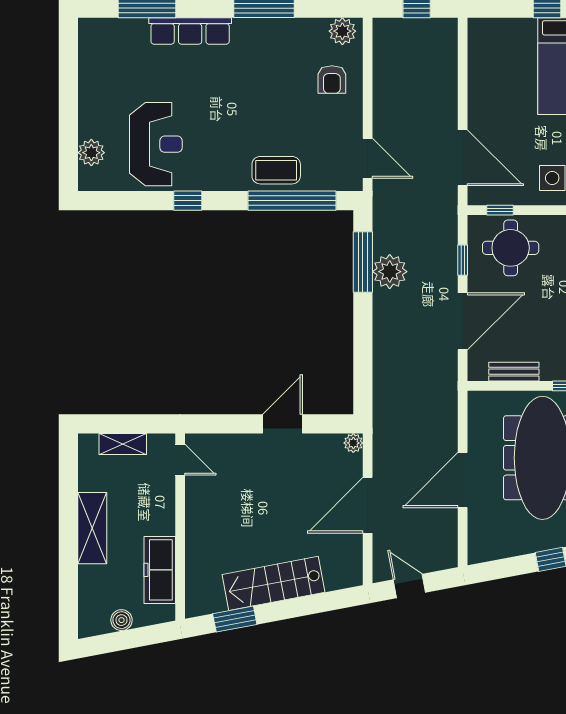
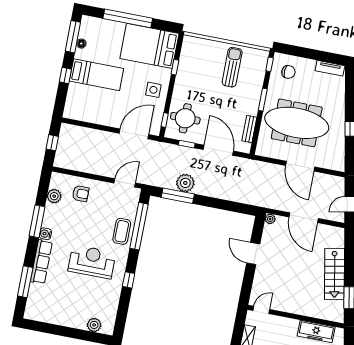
water cooler: (244, 28) -> (45, 234), added
plant: (342, 31) -> (54, 196), moved
reception desk: (156, 144) -> (92, 262), moved

